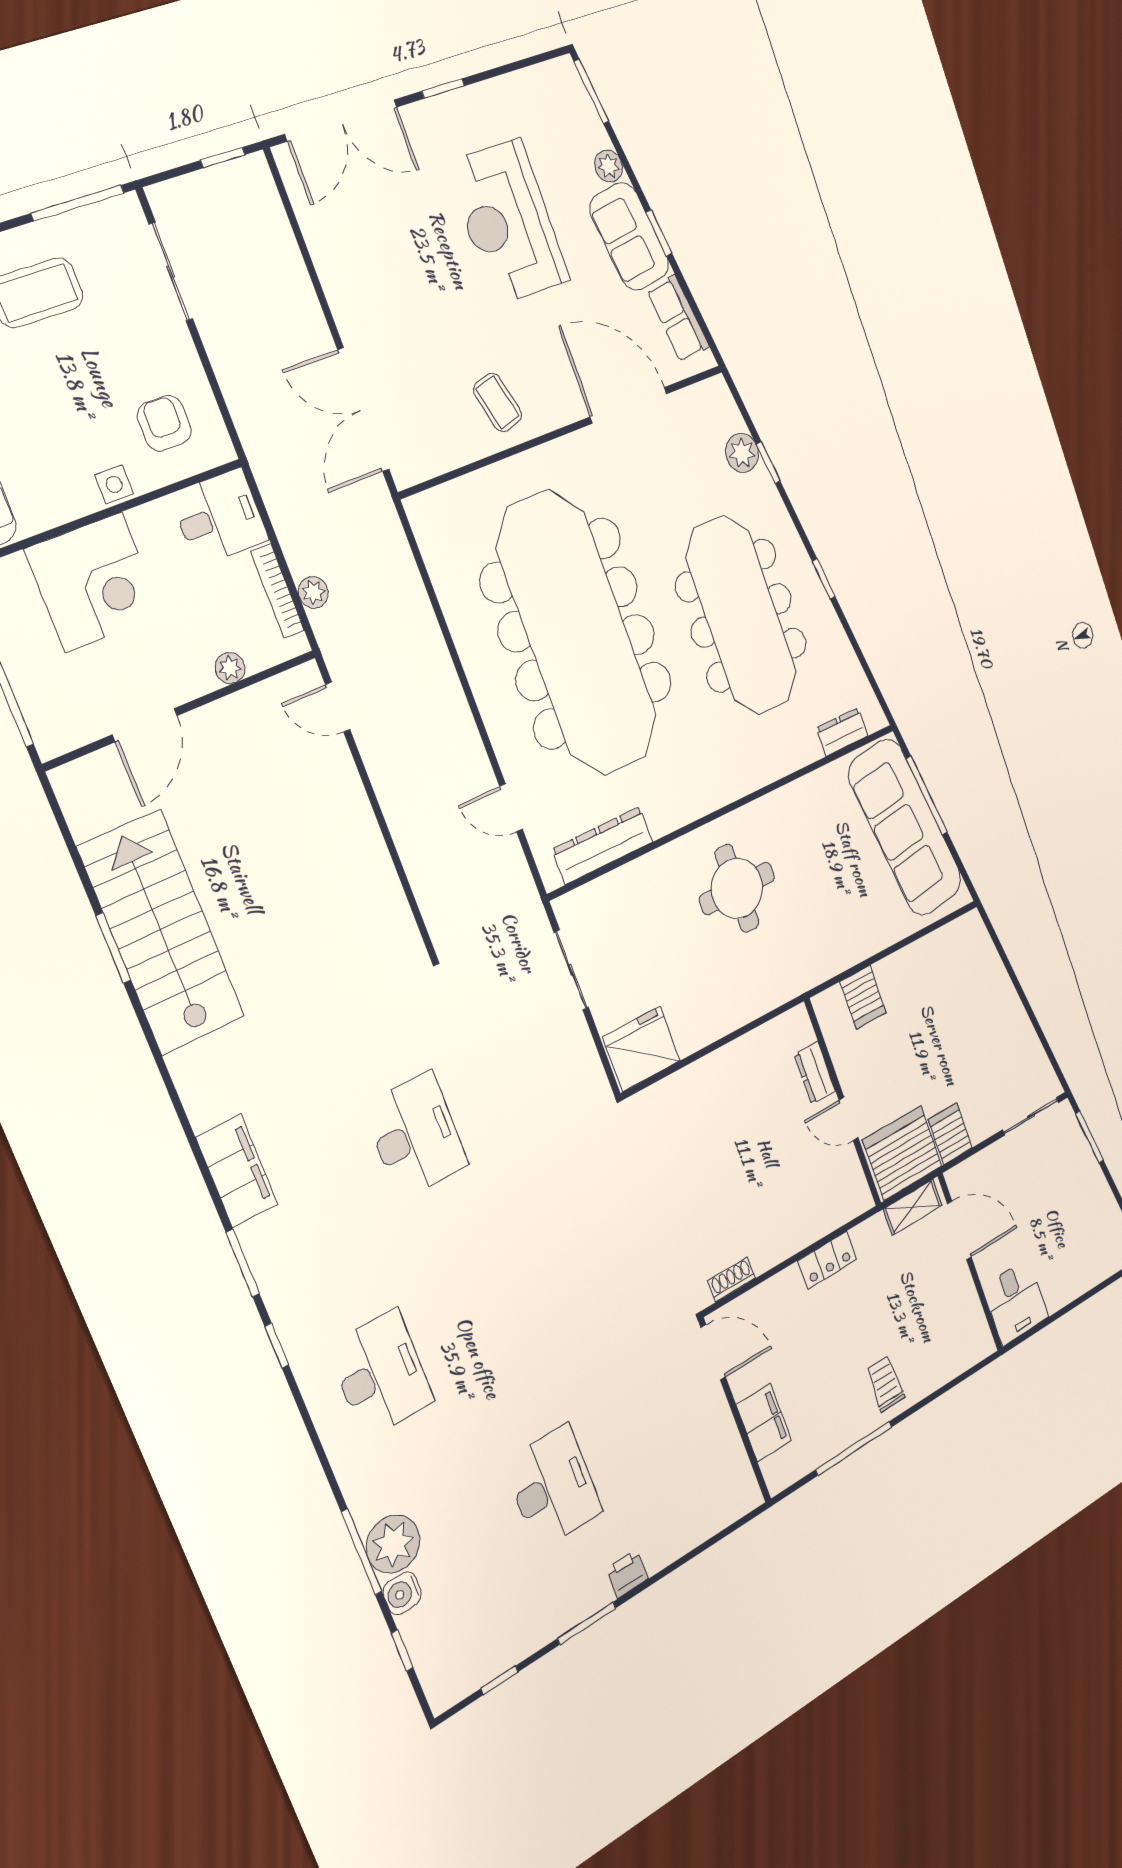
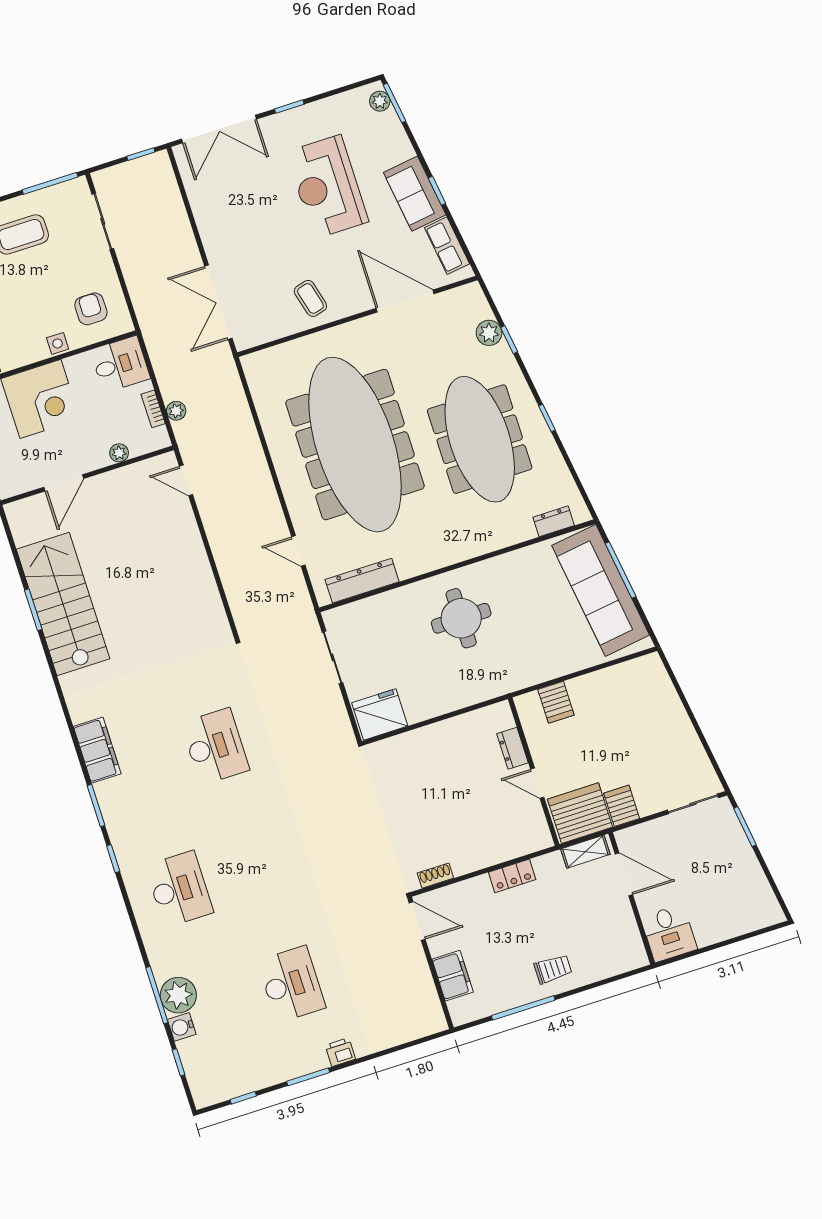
plant: (609, 166) -> (380, 101), moved
bookcase: (277, 591) -> (153, 409), width x0.64
trolley: (886, 1384) -> (553, 969), turned 90

